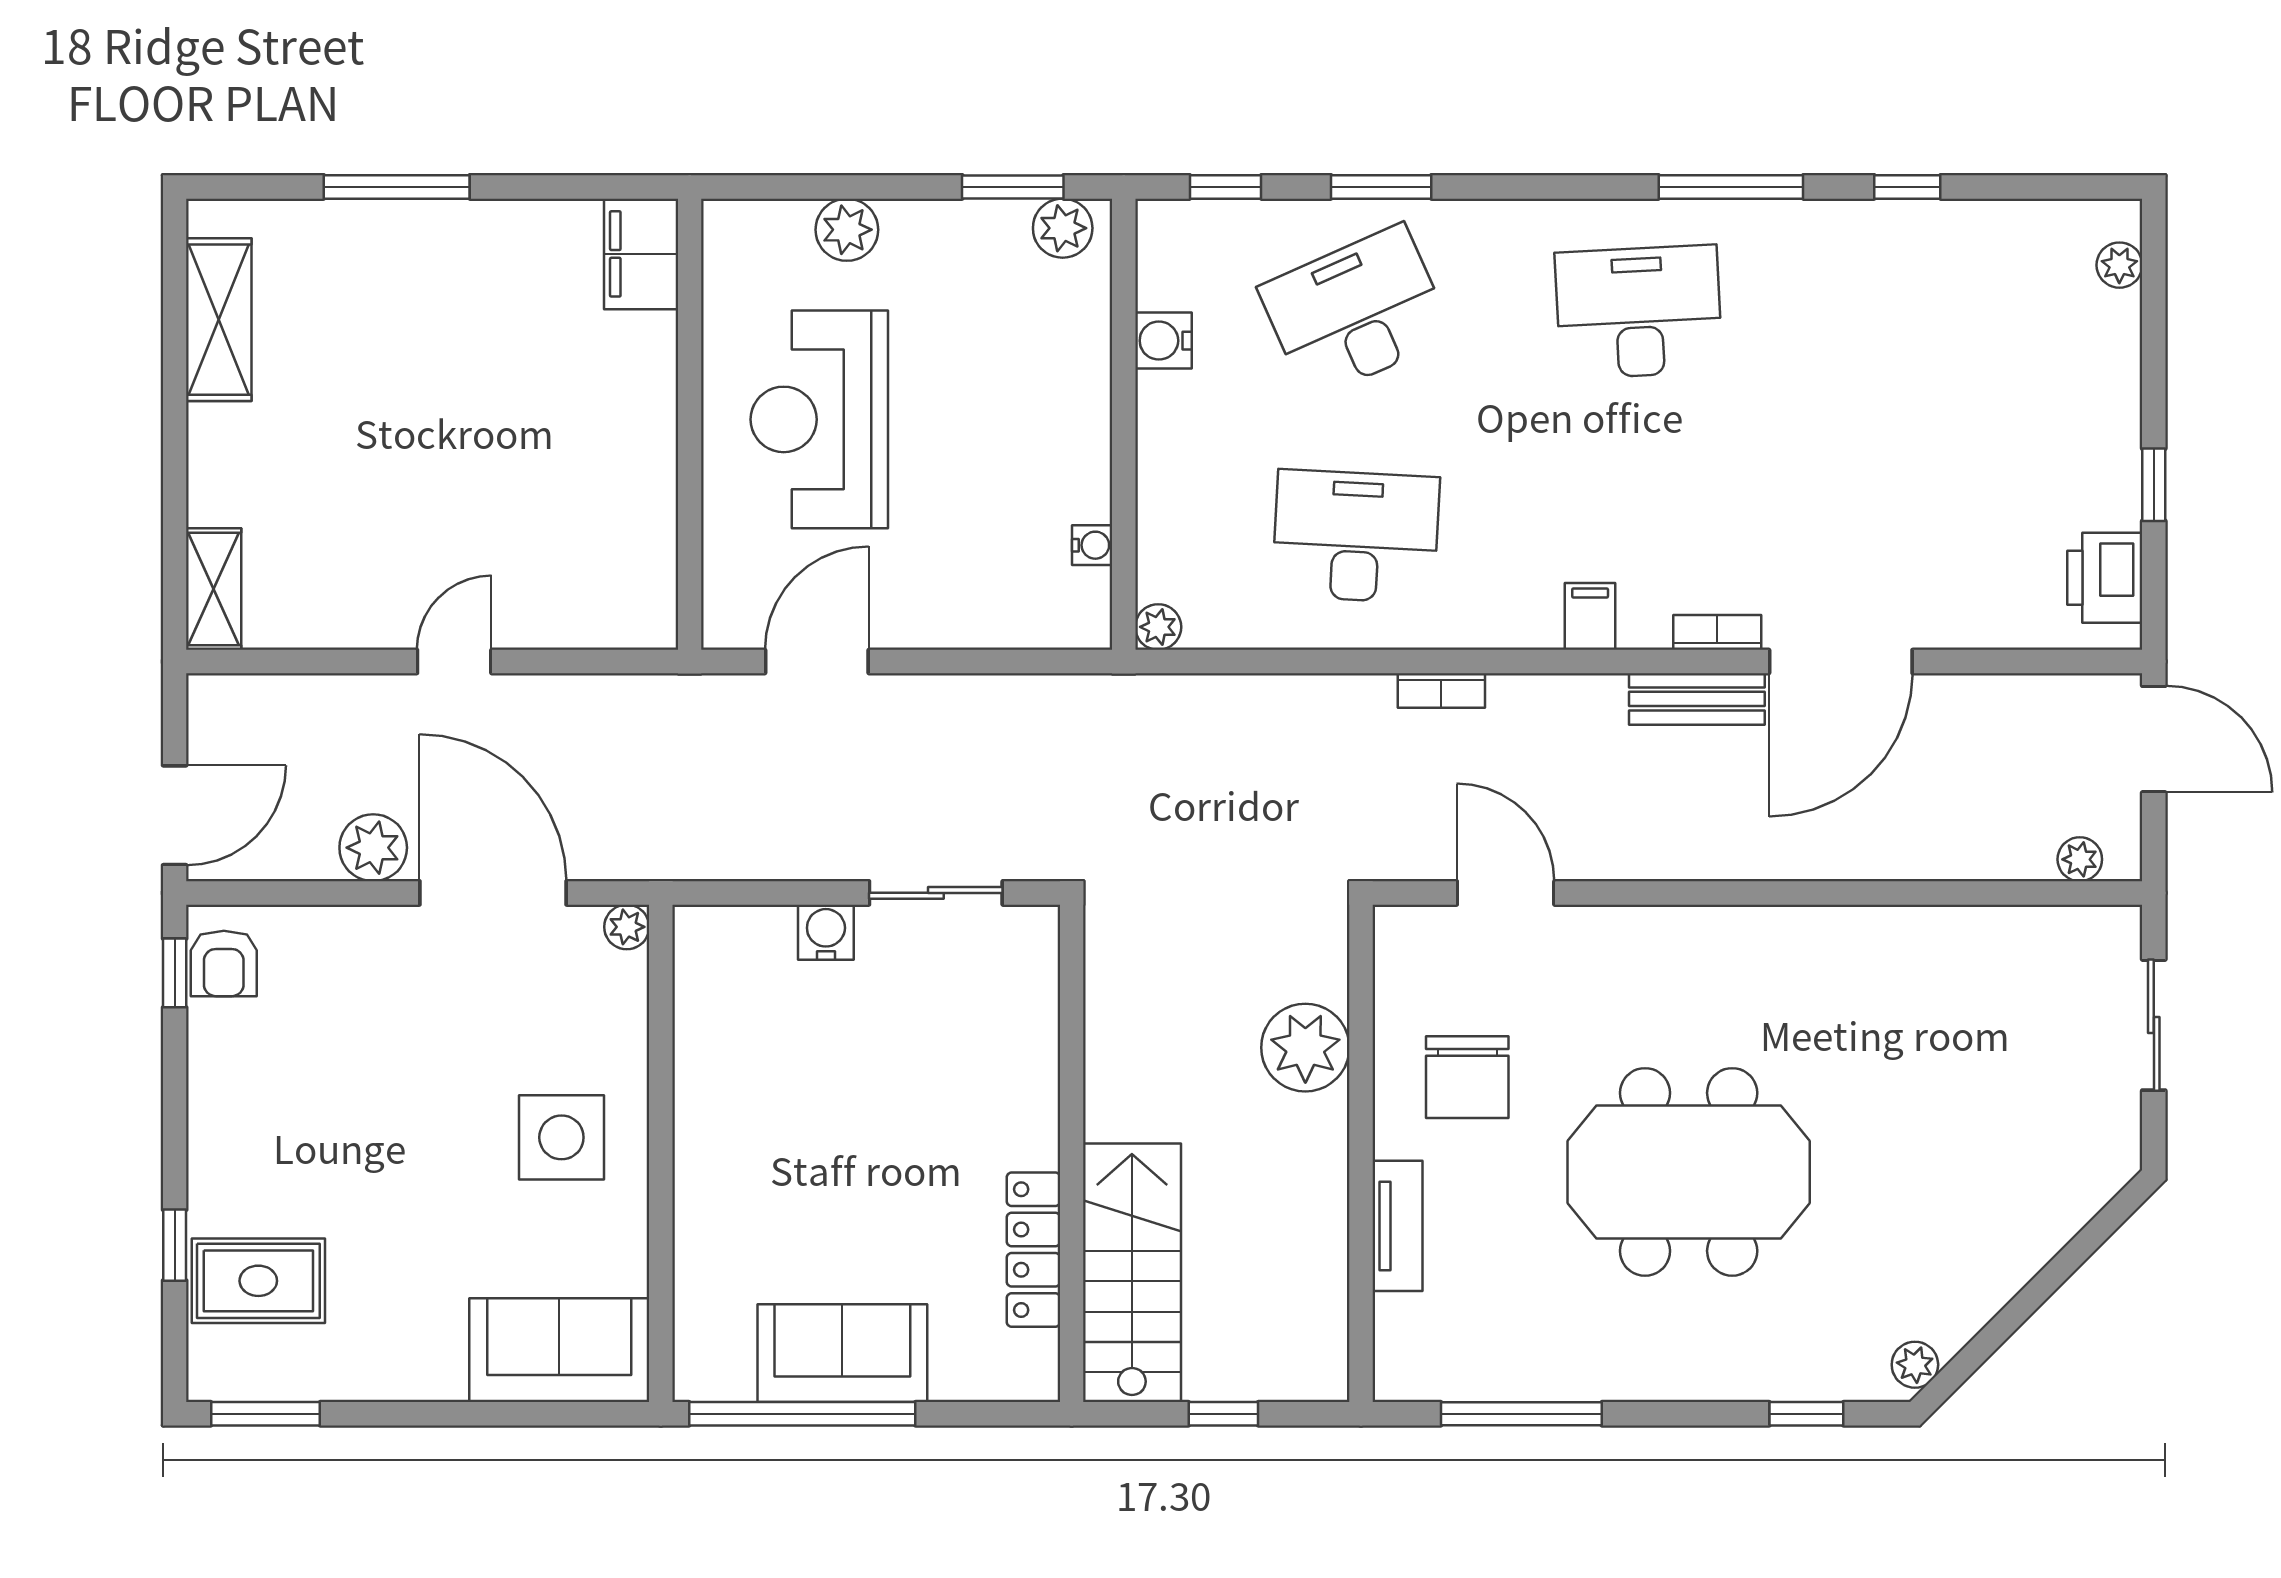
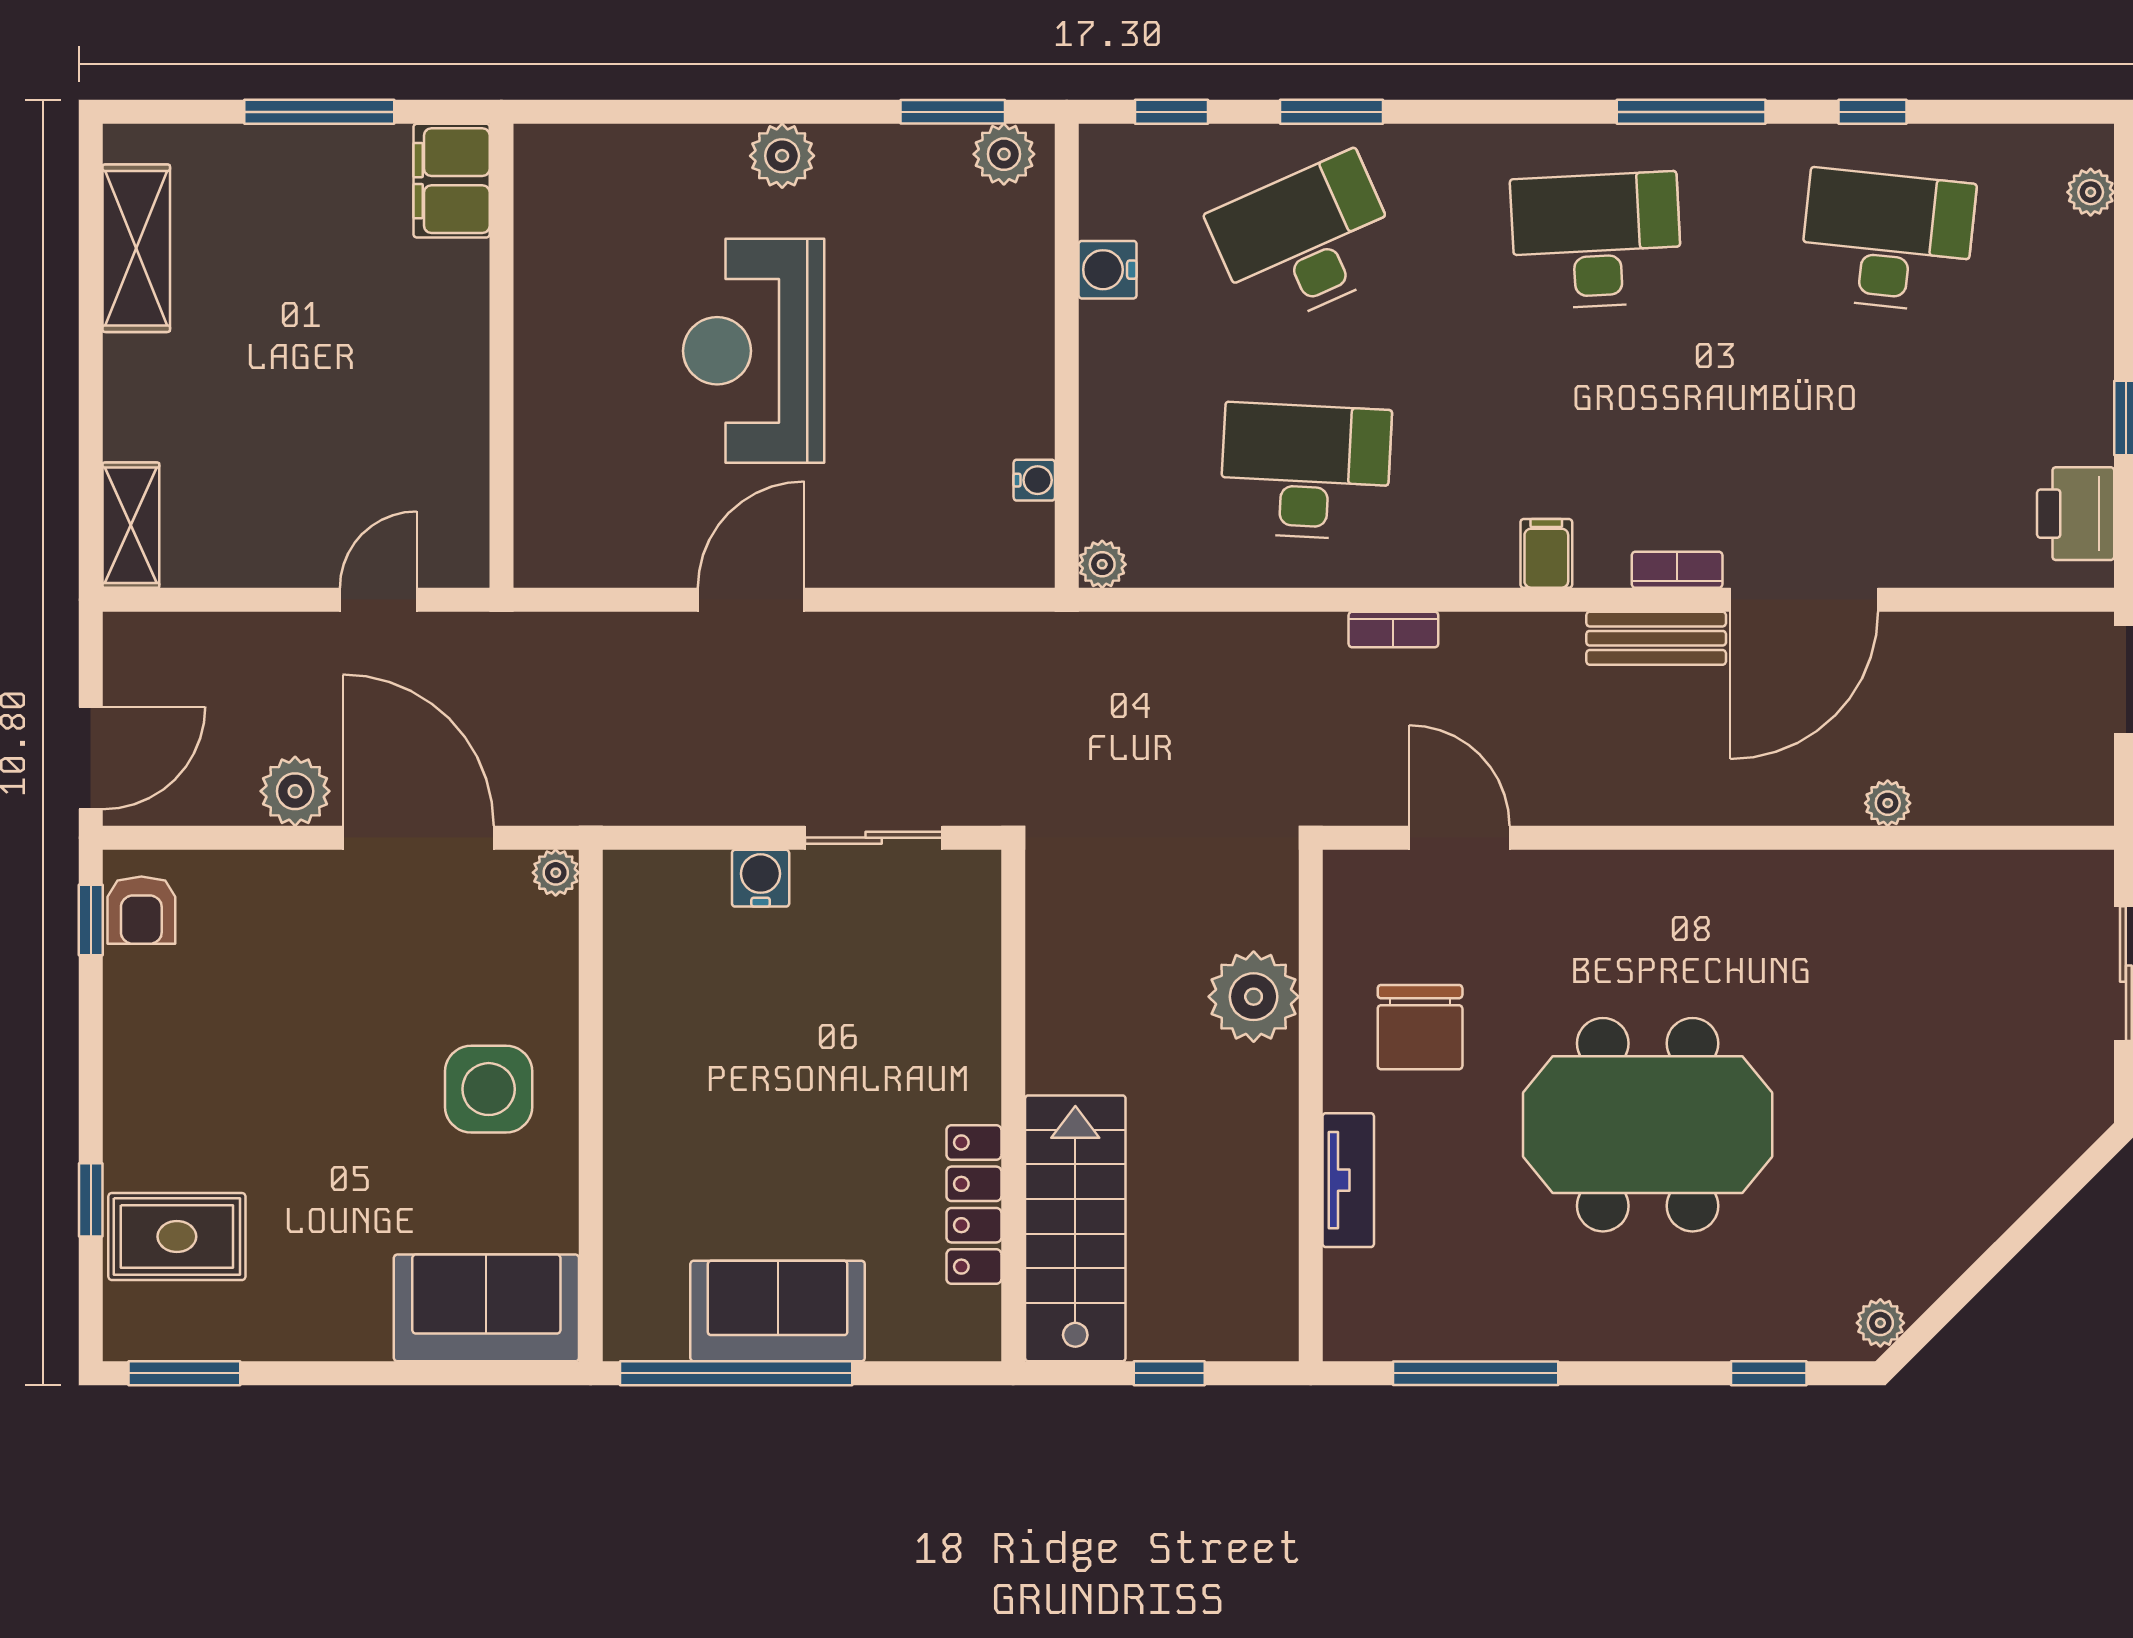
filing cabinet: (641, 254) -> (452, 181), moved
desk: (1922, 312) -> (1887, 240), added
wall: (690, 424) -> (501, 356), moved
plant: (2080, 859) -> (1888, 803), moved

